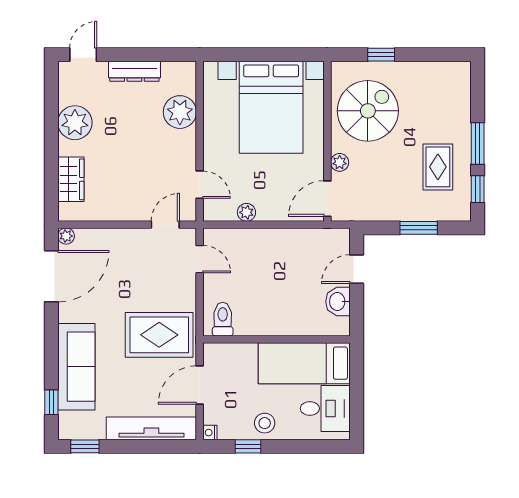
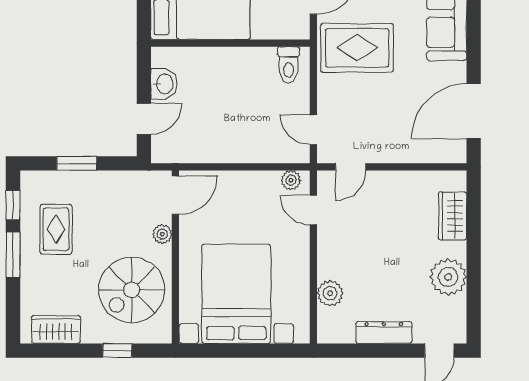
wardrobe: (438, 74) -> (56, 329), added
plant: (180, 112) -> (330, 293), width x0.73, depth x0.73
plant: (246, 212) -> (291, 180), moved
plant: (66, 236) -> (458, 155), removed

